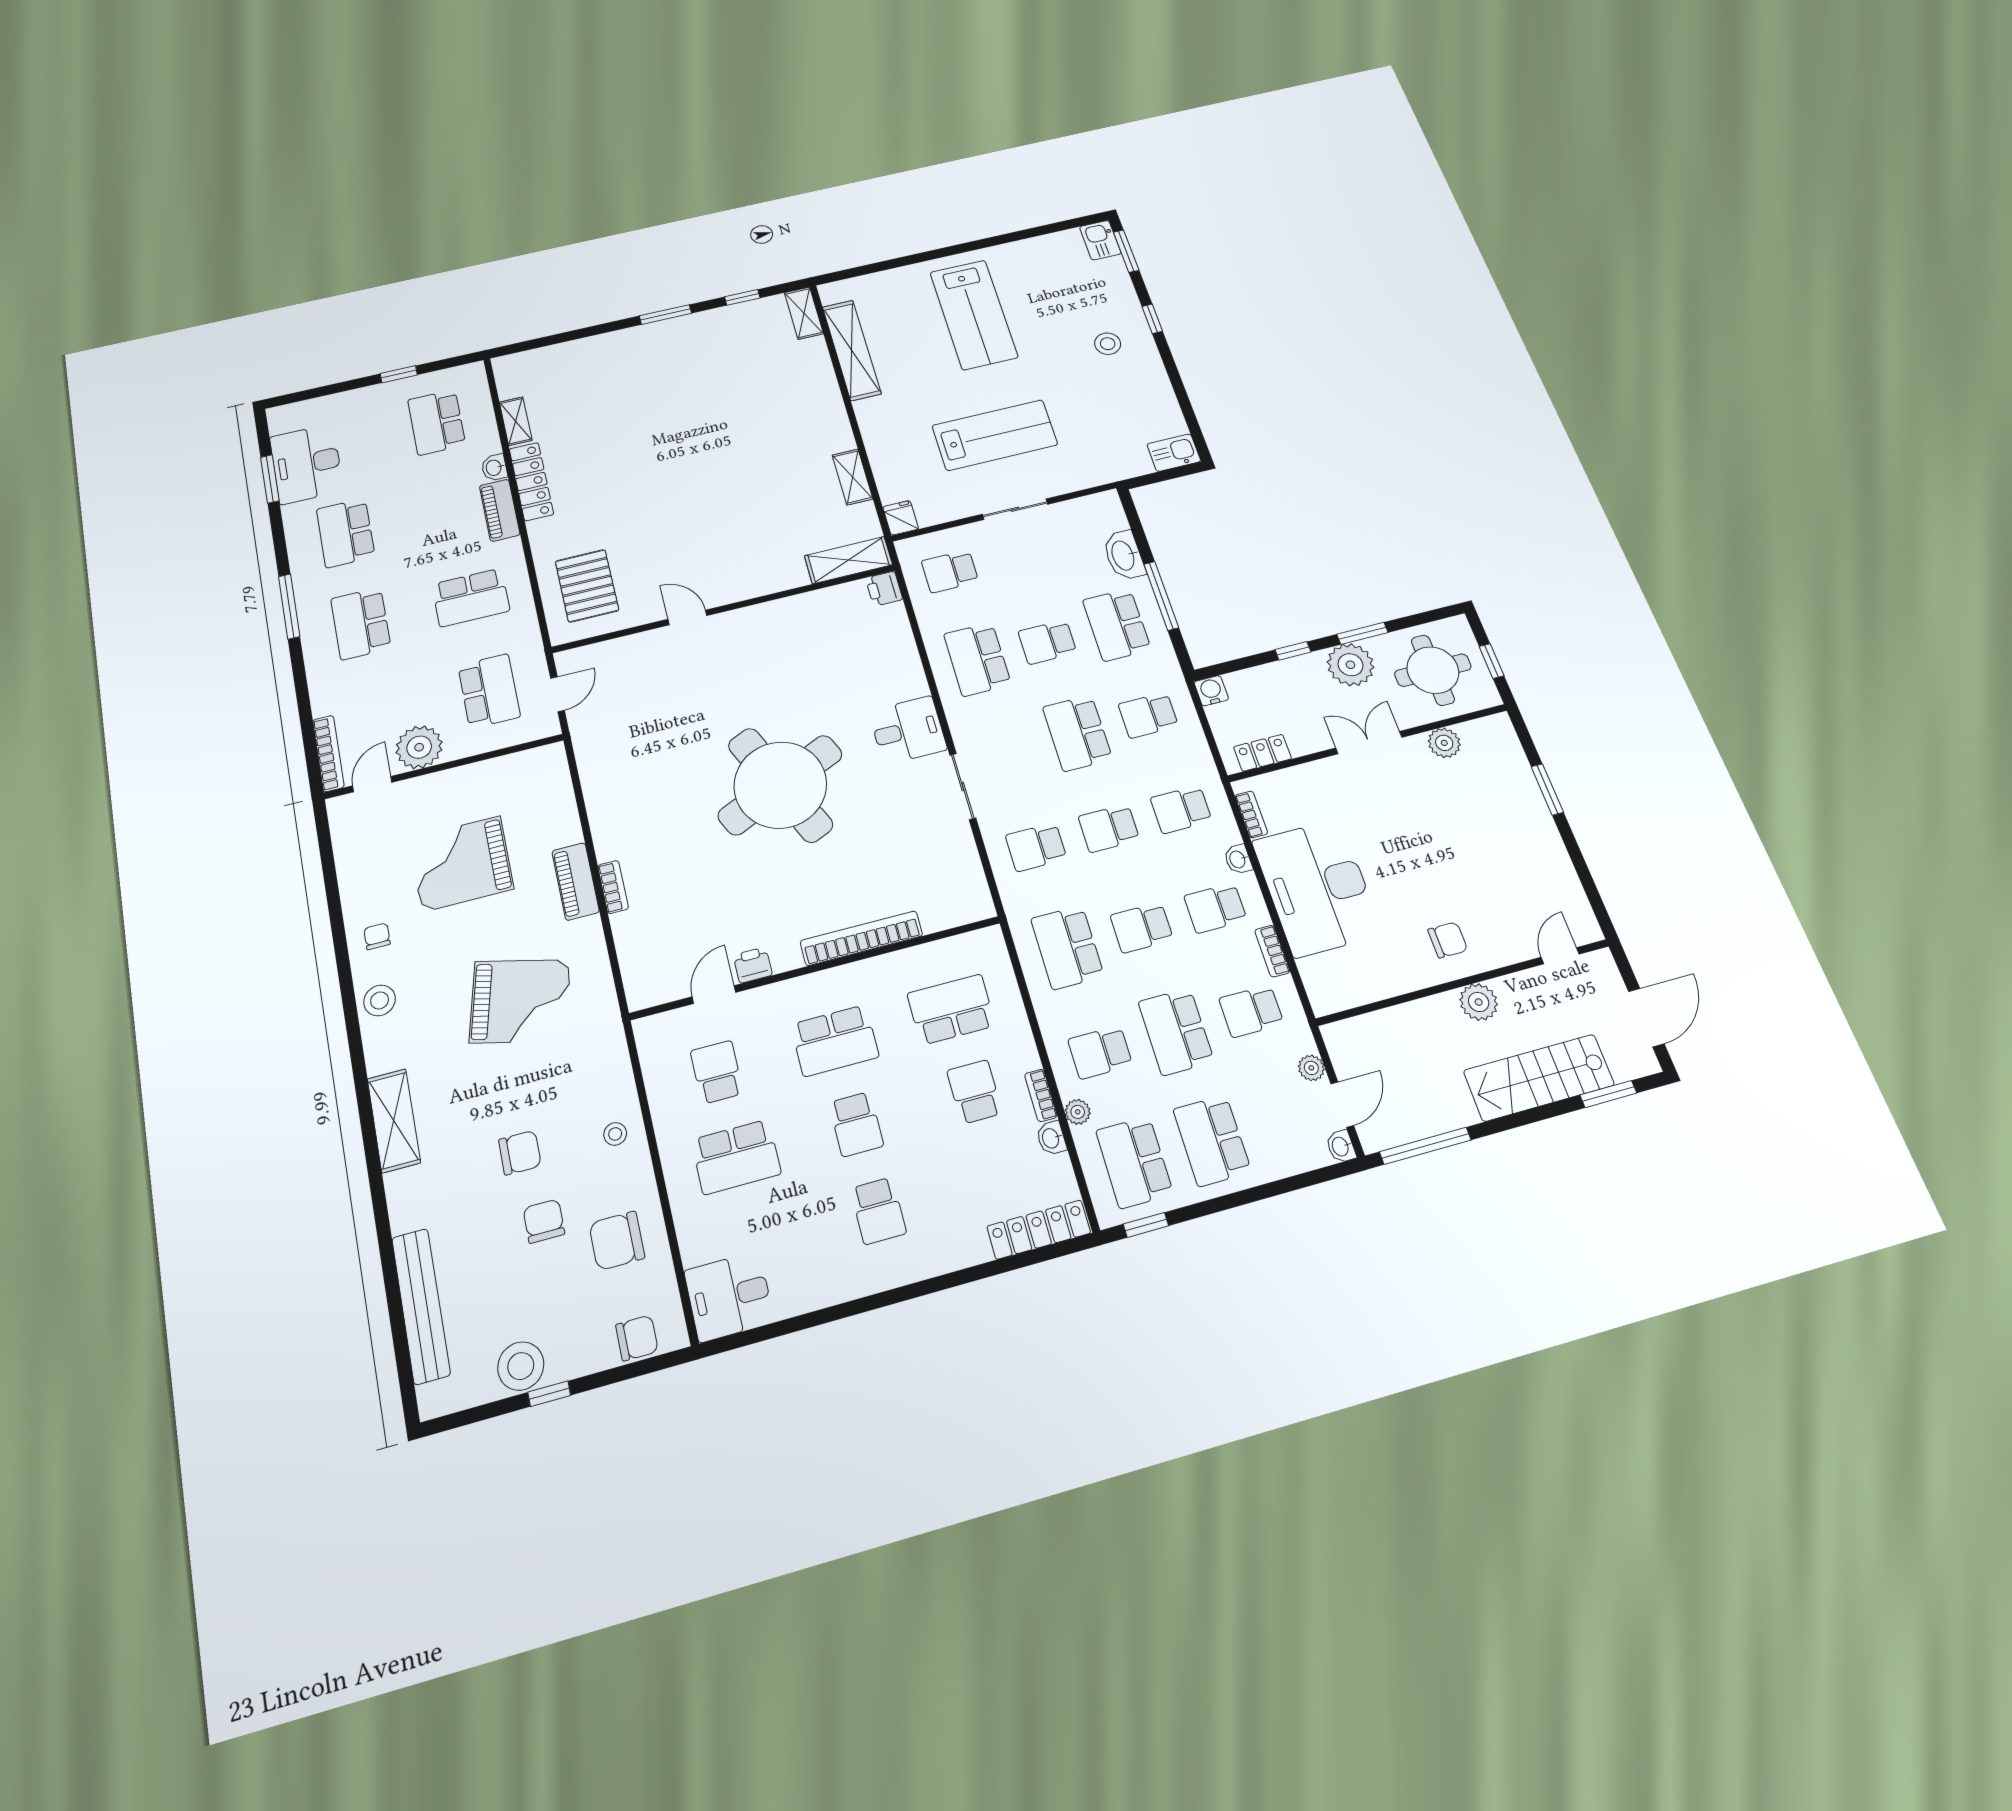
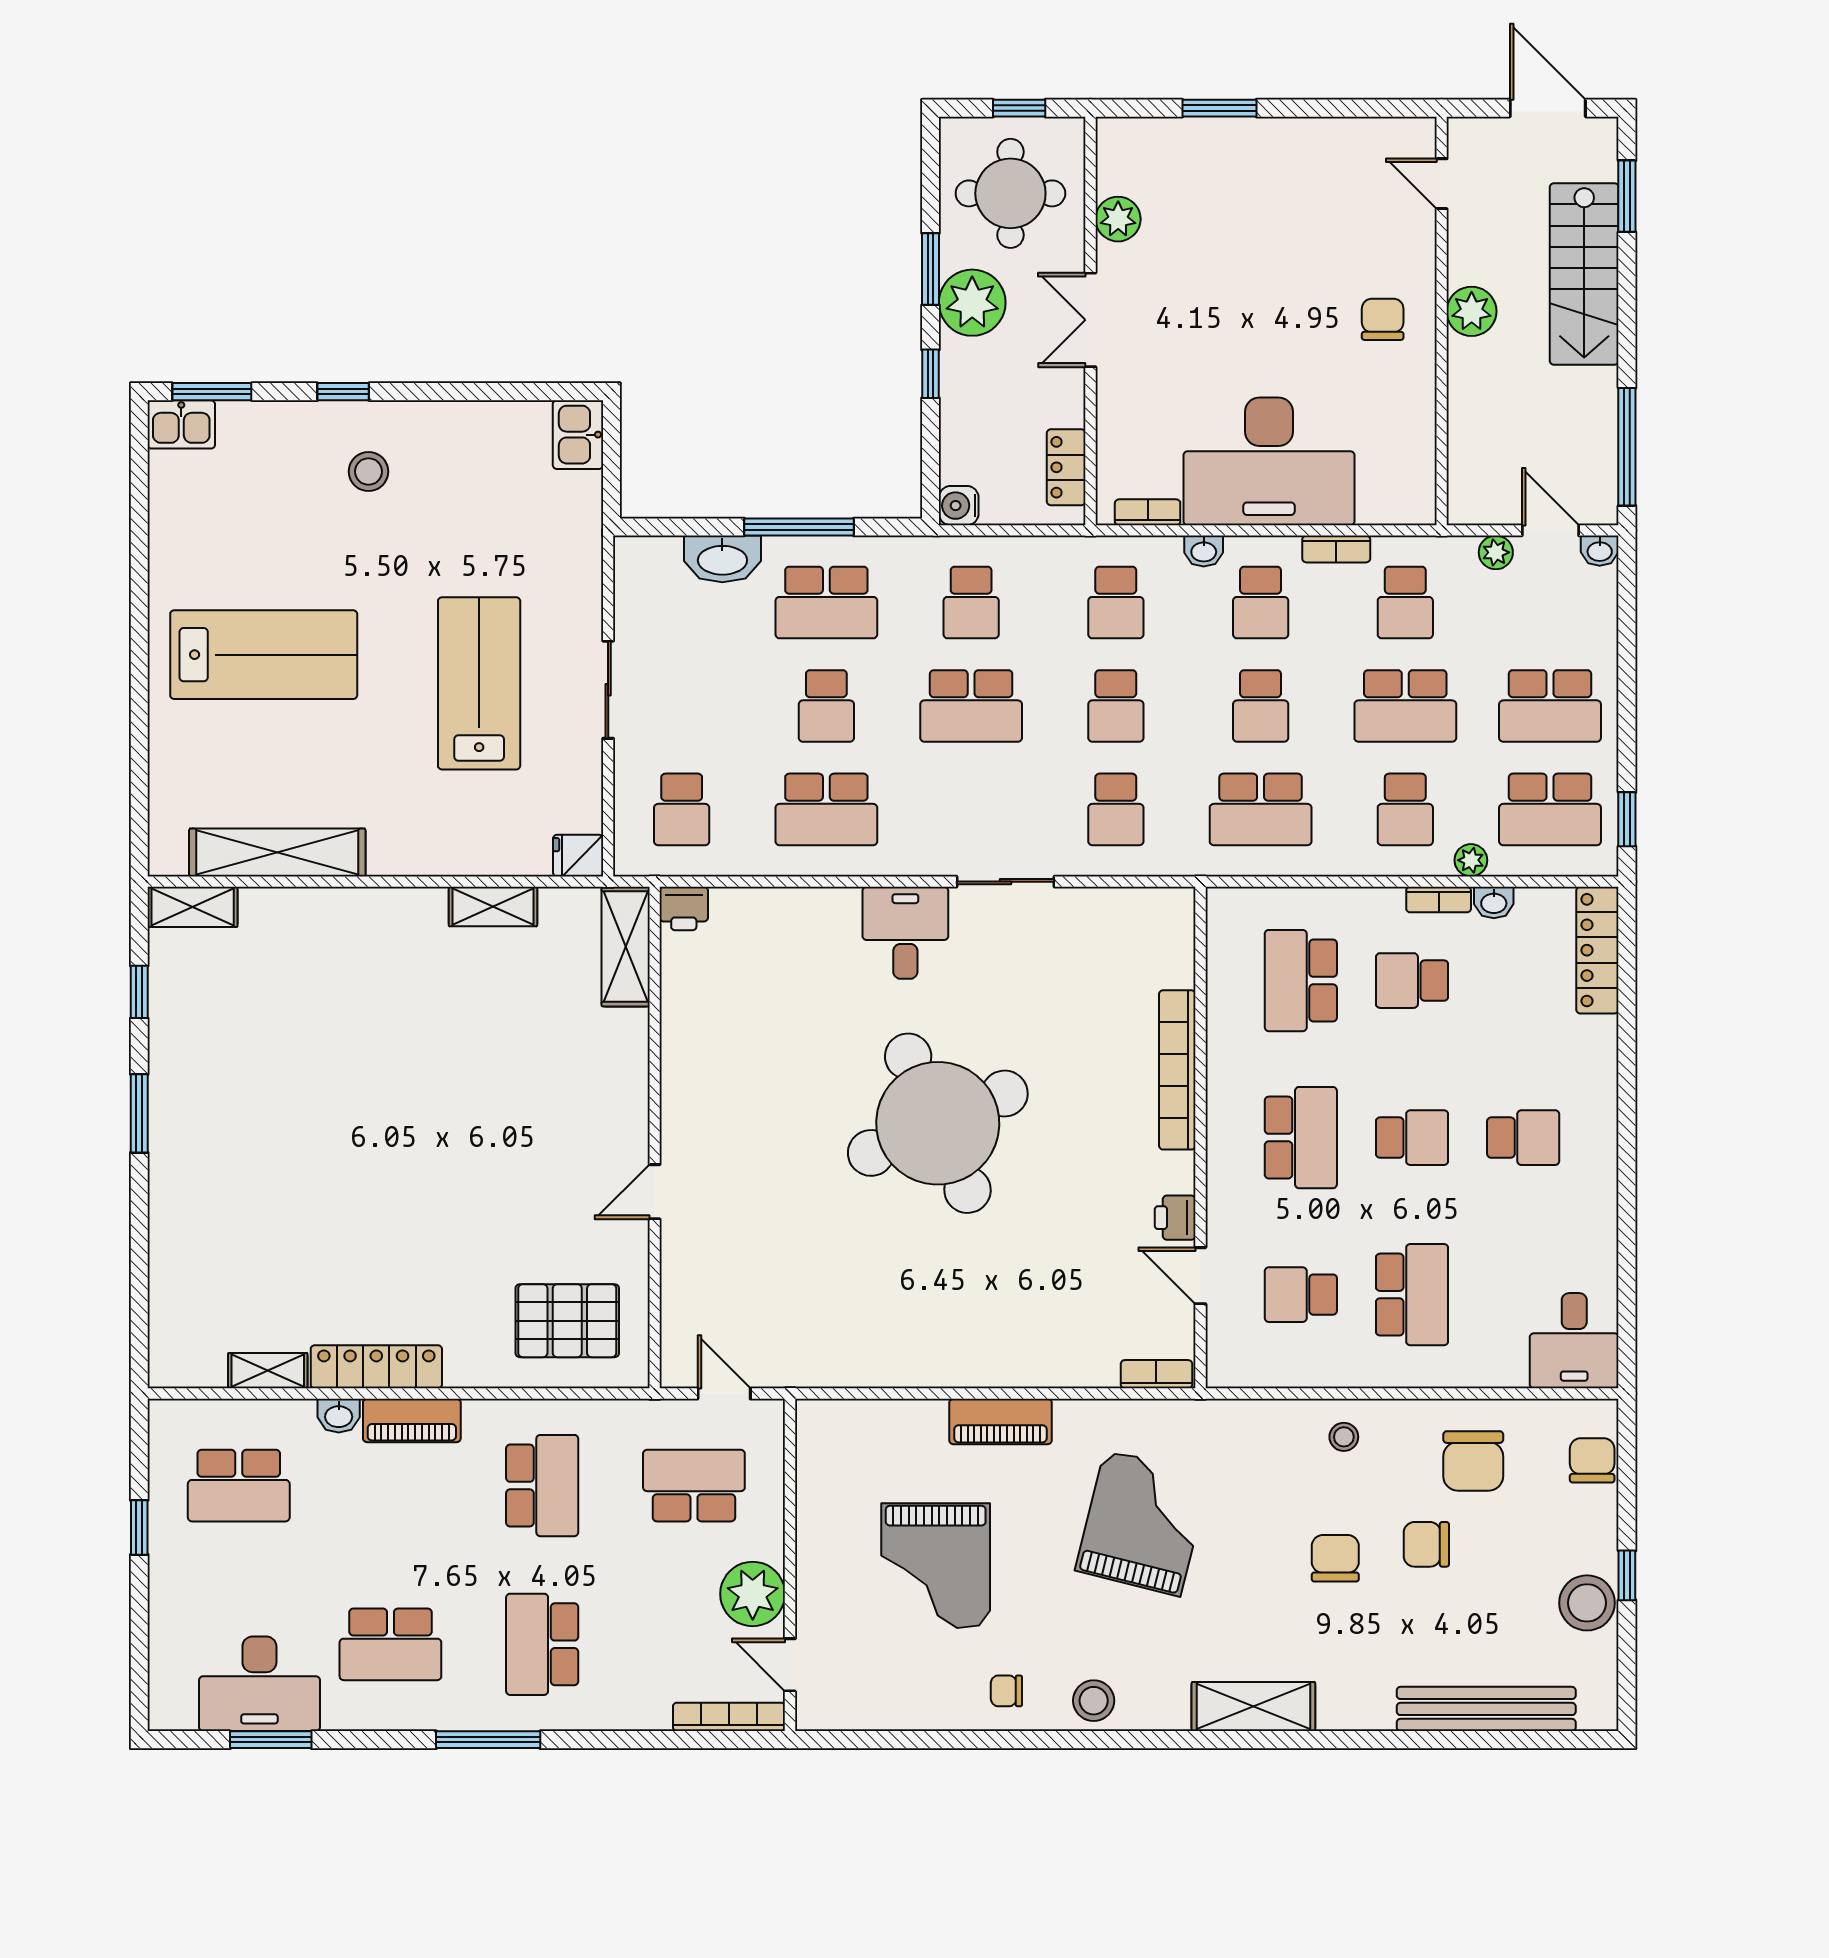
school desk: (361, 624) -> (542, 1644), turned 90
bookcase: (613, 887) -> (1156, 1374), moved

